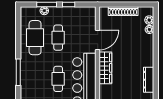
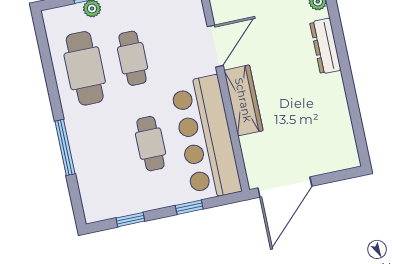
dresser: (149, 80) -> (325, 46), moved

